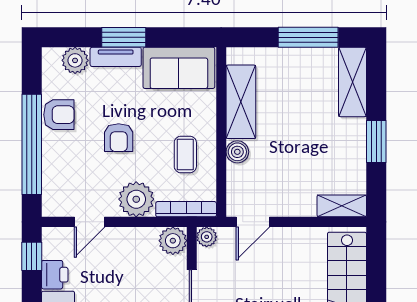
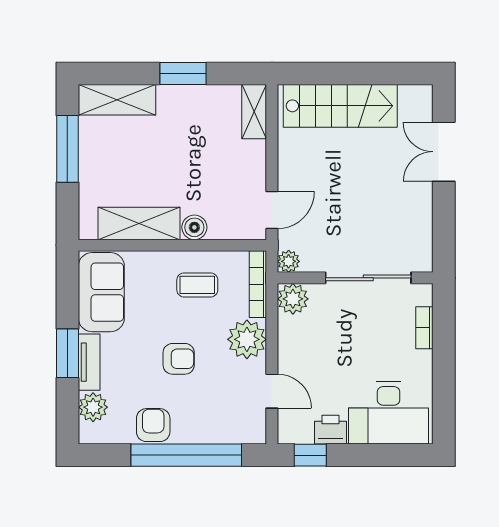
door: (253, 222) -> (272, 210), hinge flipped

